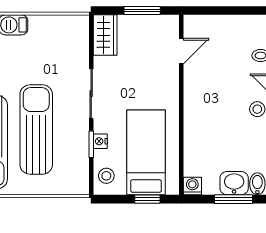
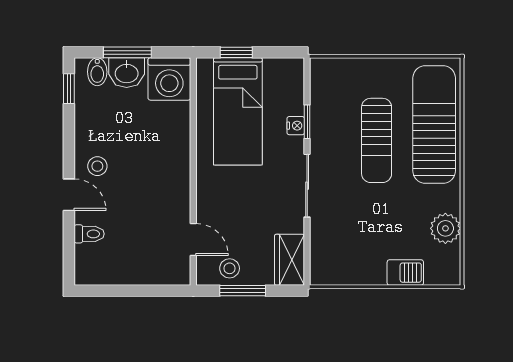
door: (181, 51) -> (193, 240), swing flipped
sun lounger: (36, 130) -> (377, 140), width x0.73, depth x0.75
stool: (106, 176) -> (230, 268), moved
washing machine: (192, 186) -> (169, 79), width x1.89, depth x1.89

